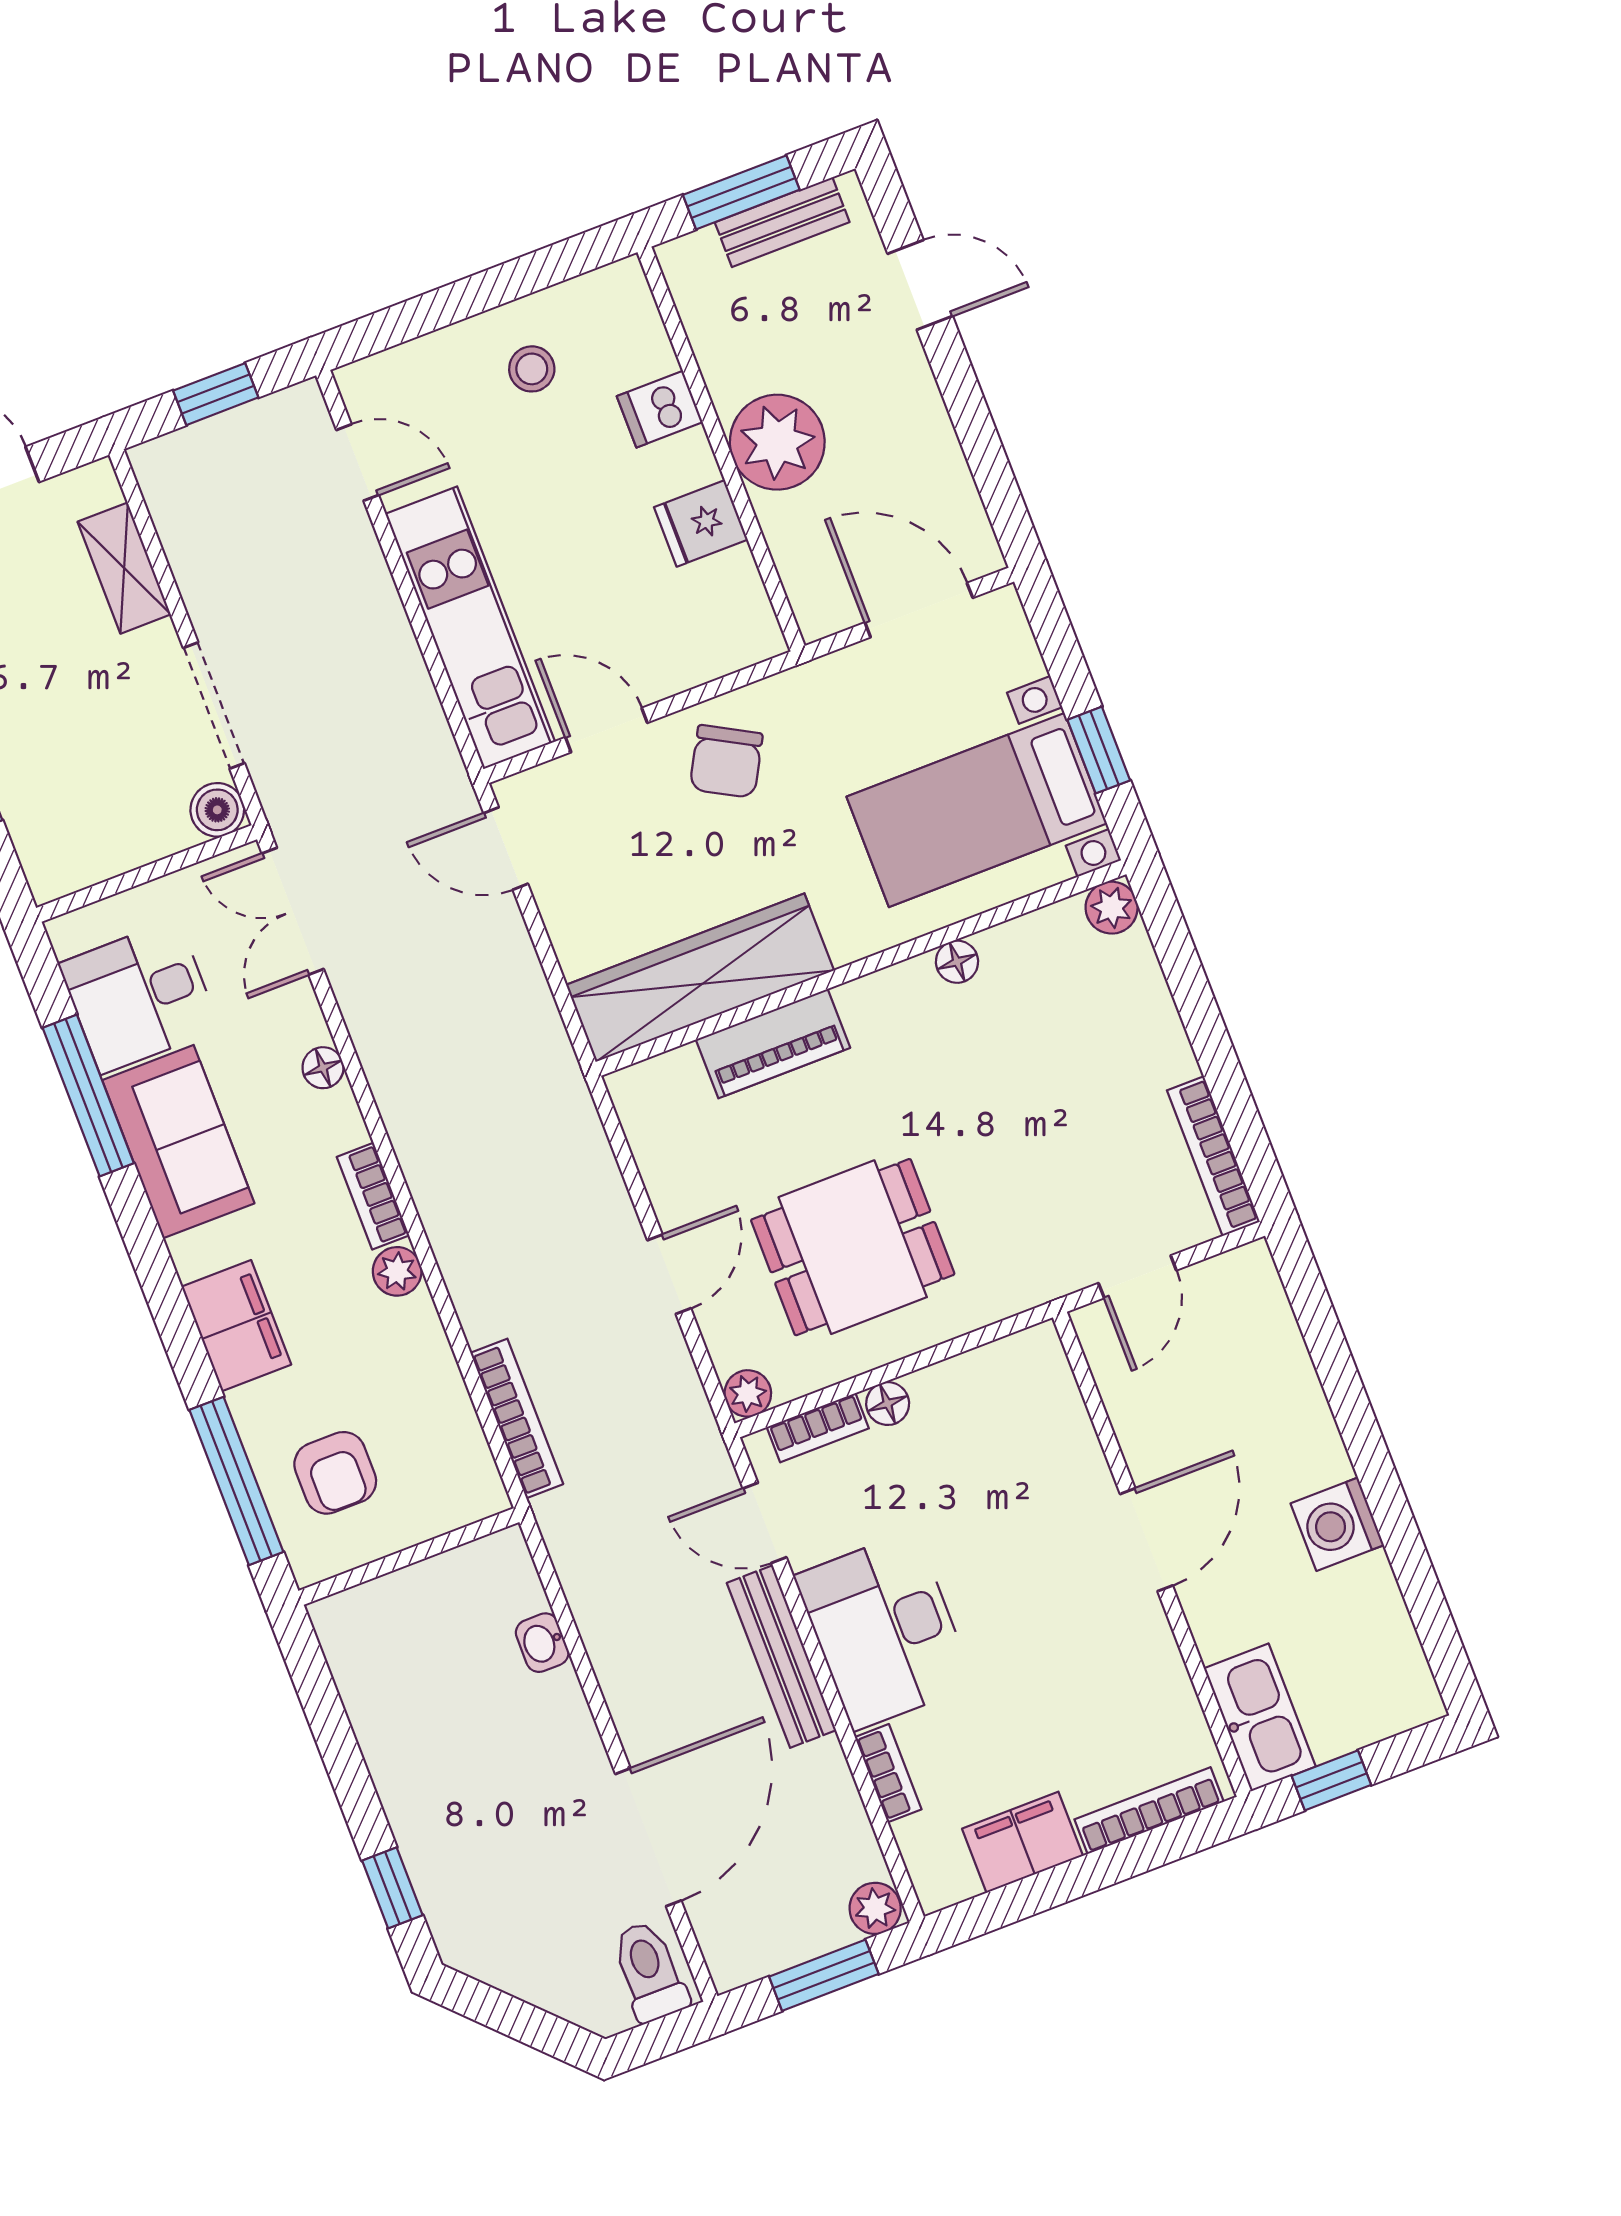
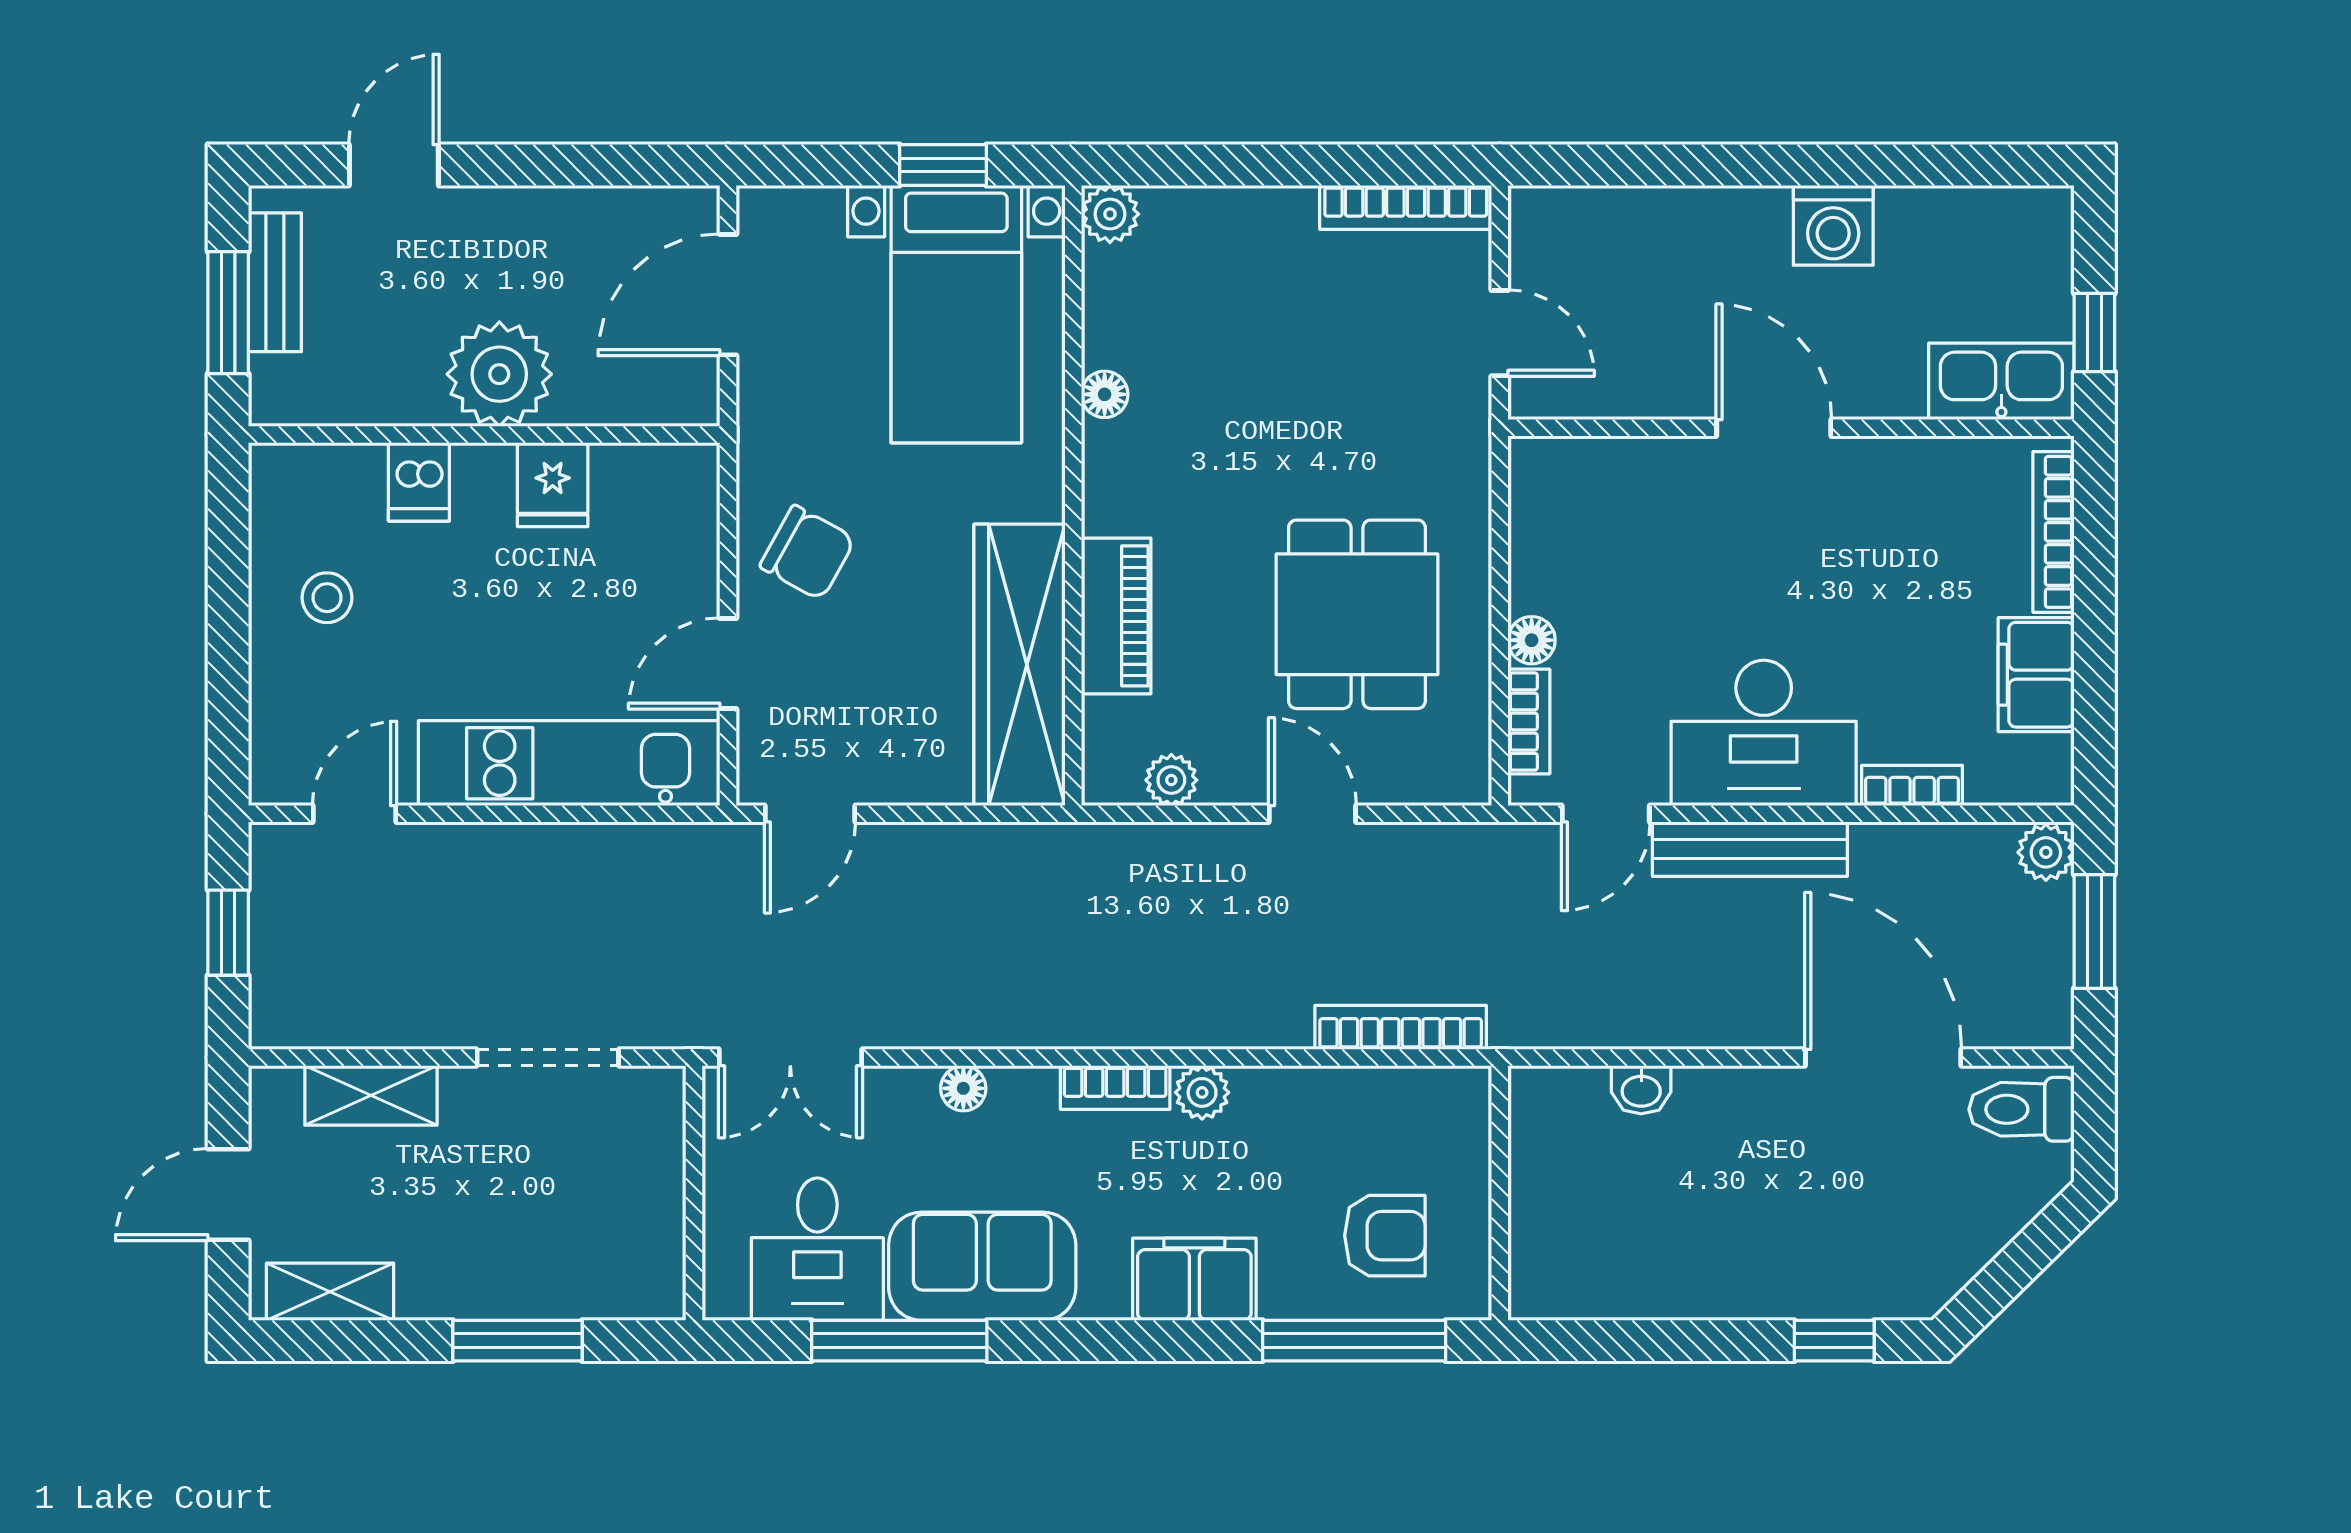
boiler: (217, 810) -> (656, 1095), removed
plant: (748, 1393) -> (1171, 780), moved

